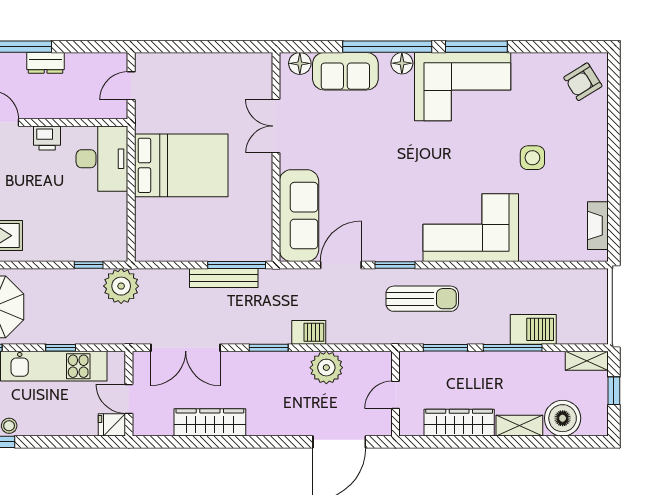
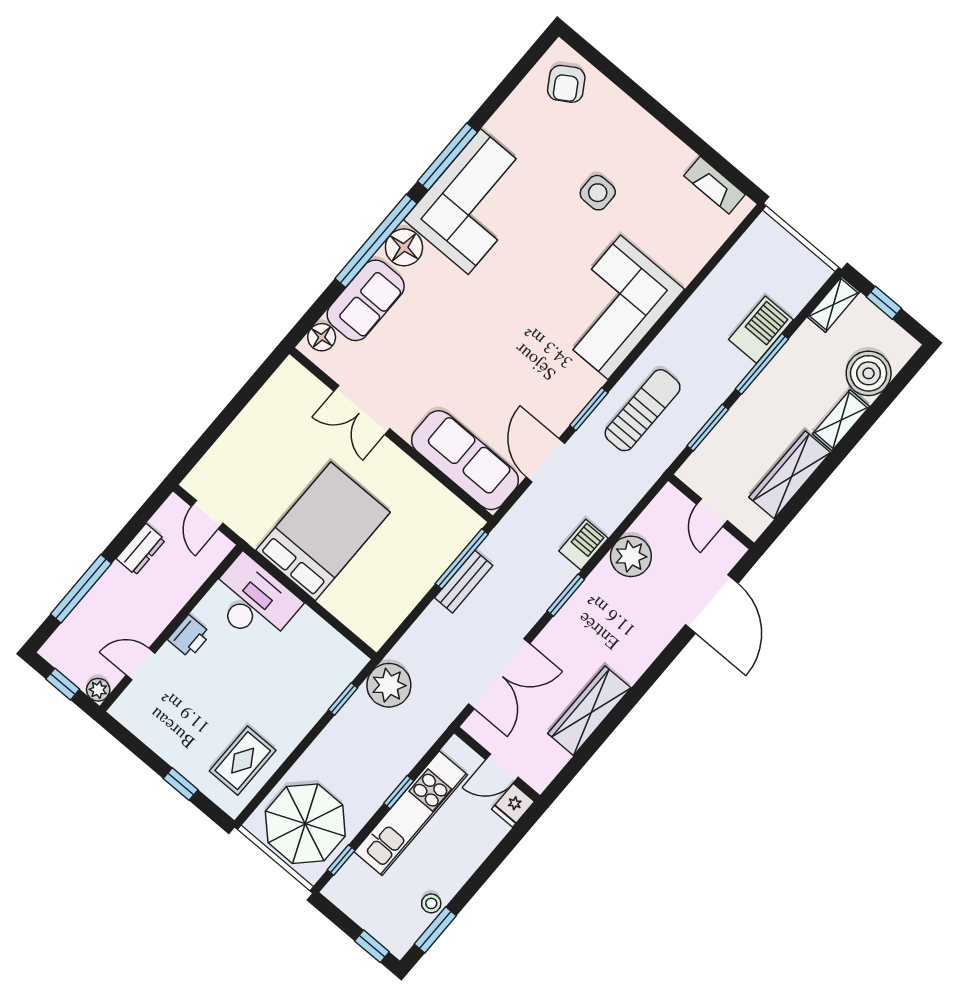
dresser: (46, 63) -> (141, 549), moved
floor lamp: (402, 63) -> (404, 247), width x1.38, depth x1.38
bench: (224, 278) -> (464, 582), width x0.73

